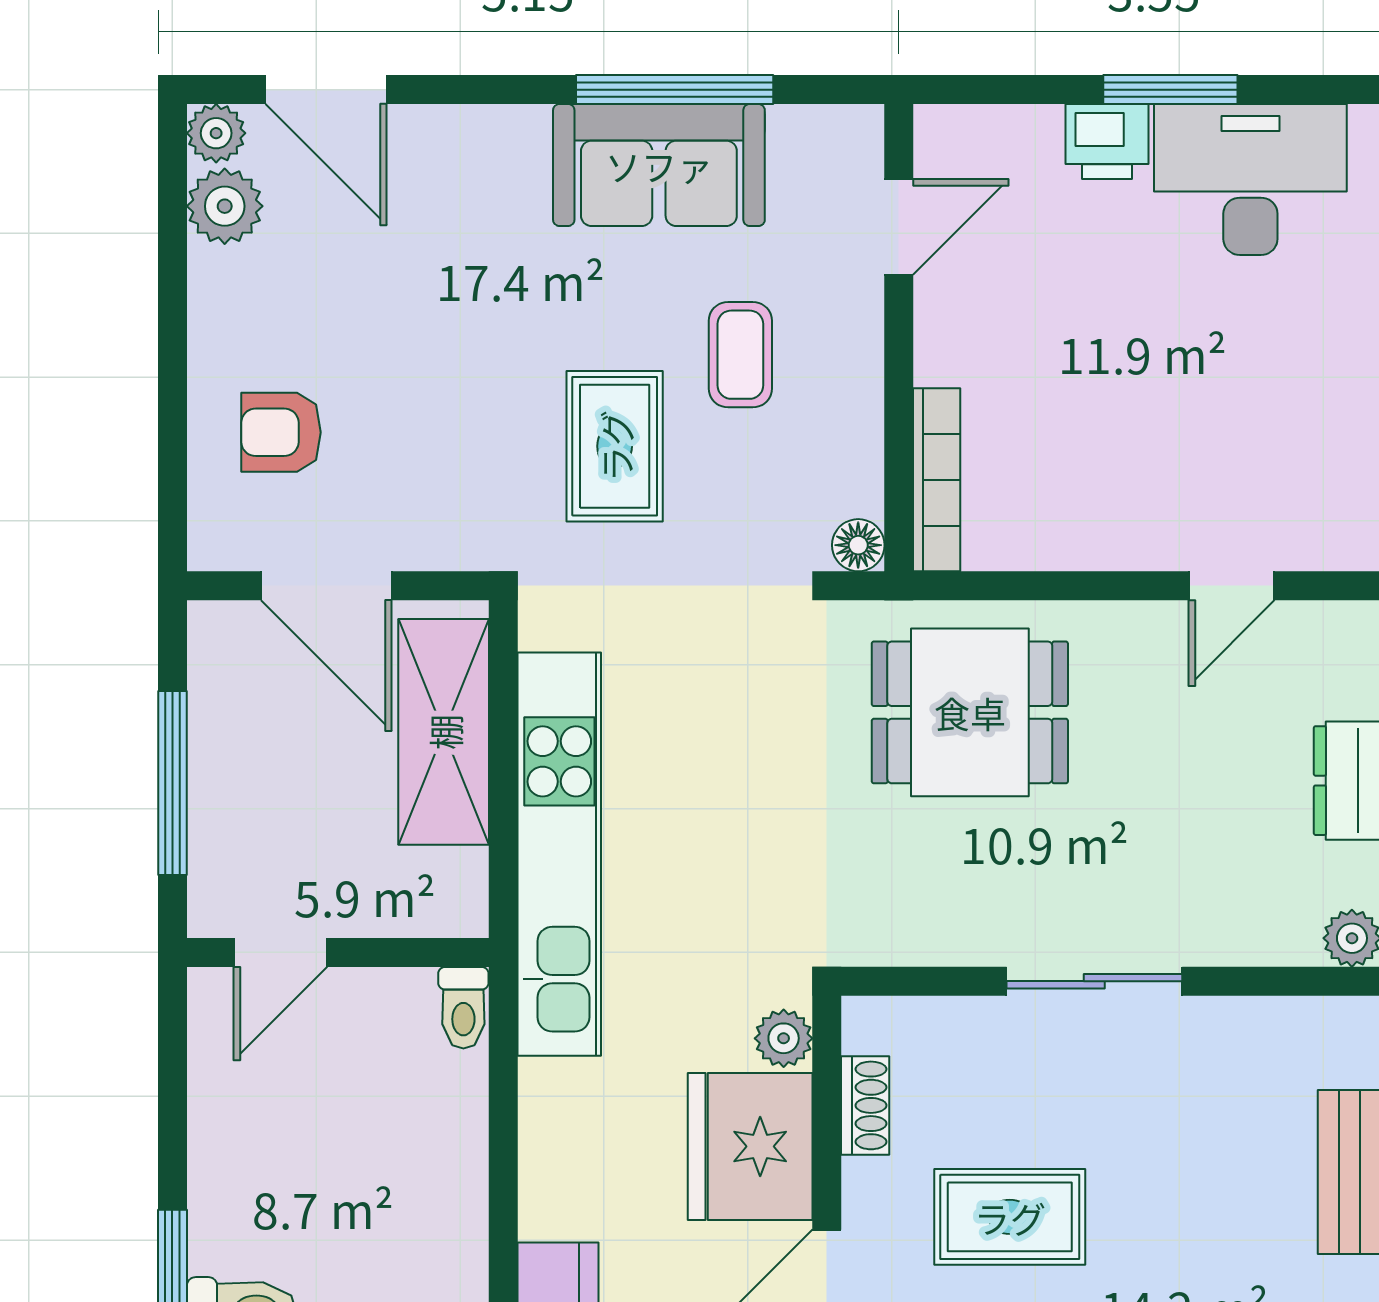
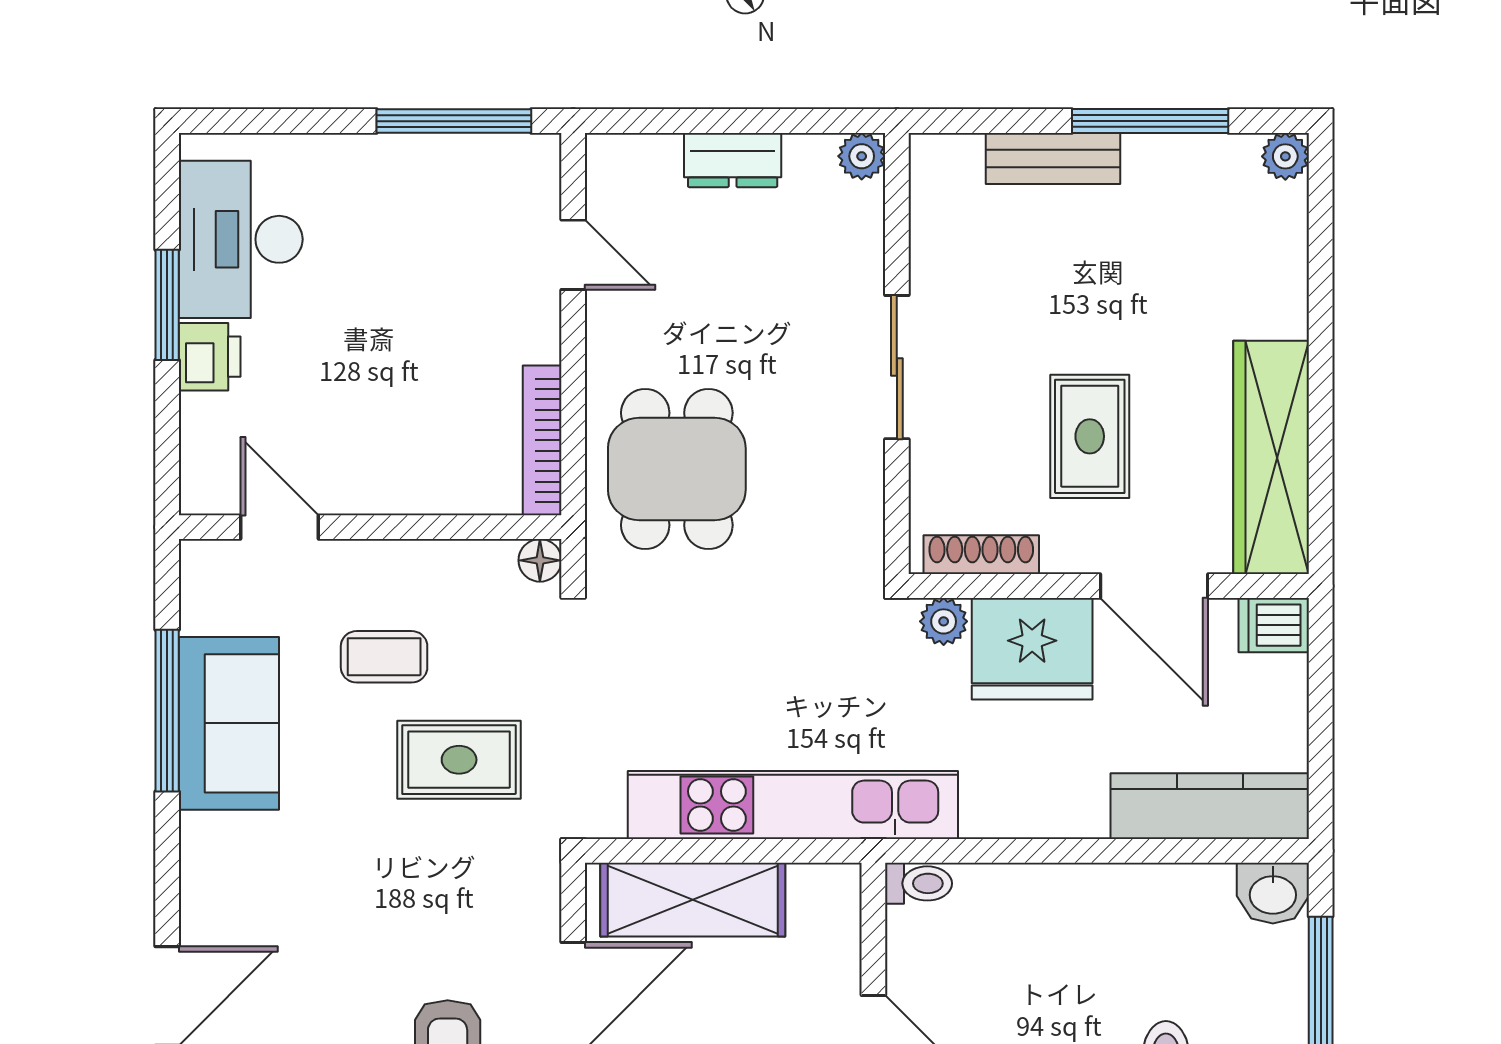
bookcase: (937, 480) -> (542, 440), moved, turned -90
shoe rack: (865, 1105) -> (981, 555), width x1.43

